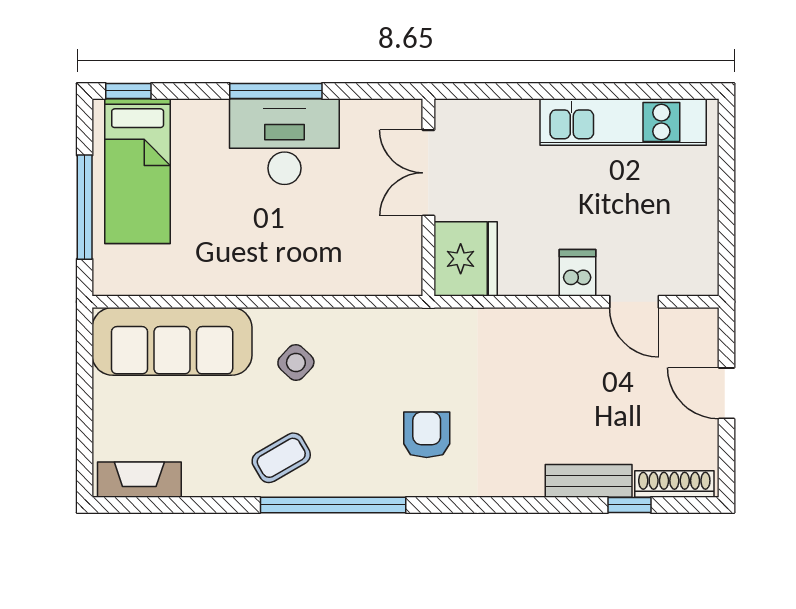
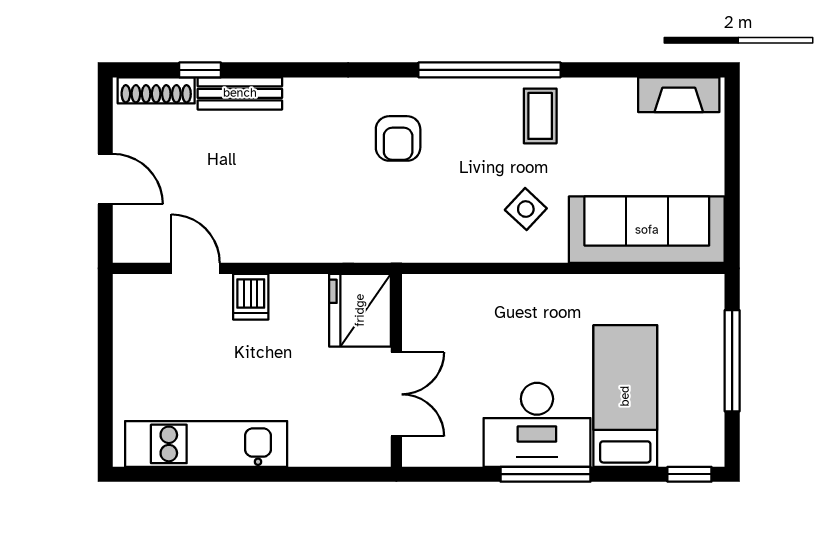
bed: (138, 171) -> (625, 396), moved
coffee table: (281, 458) -> (540, 116), turned -60

